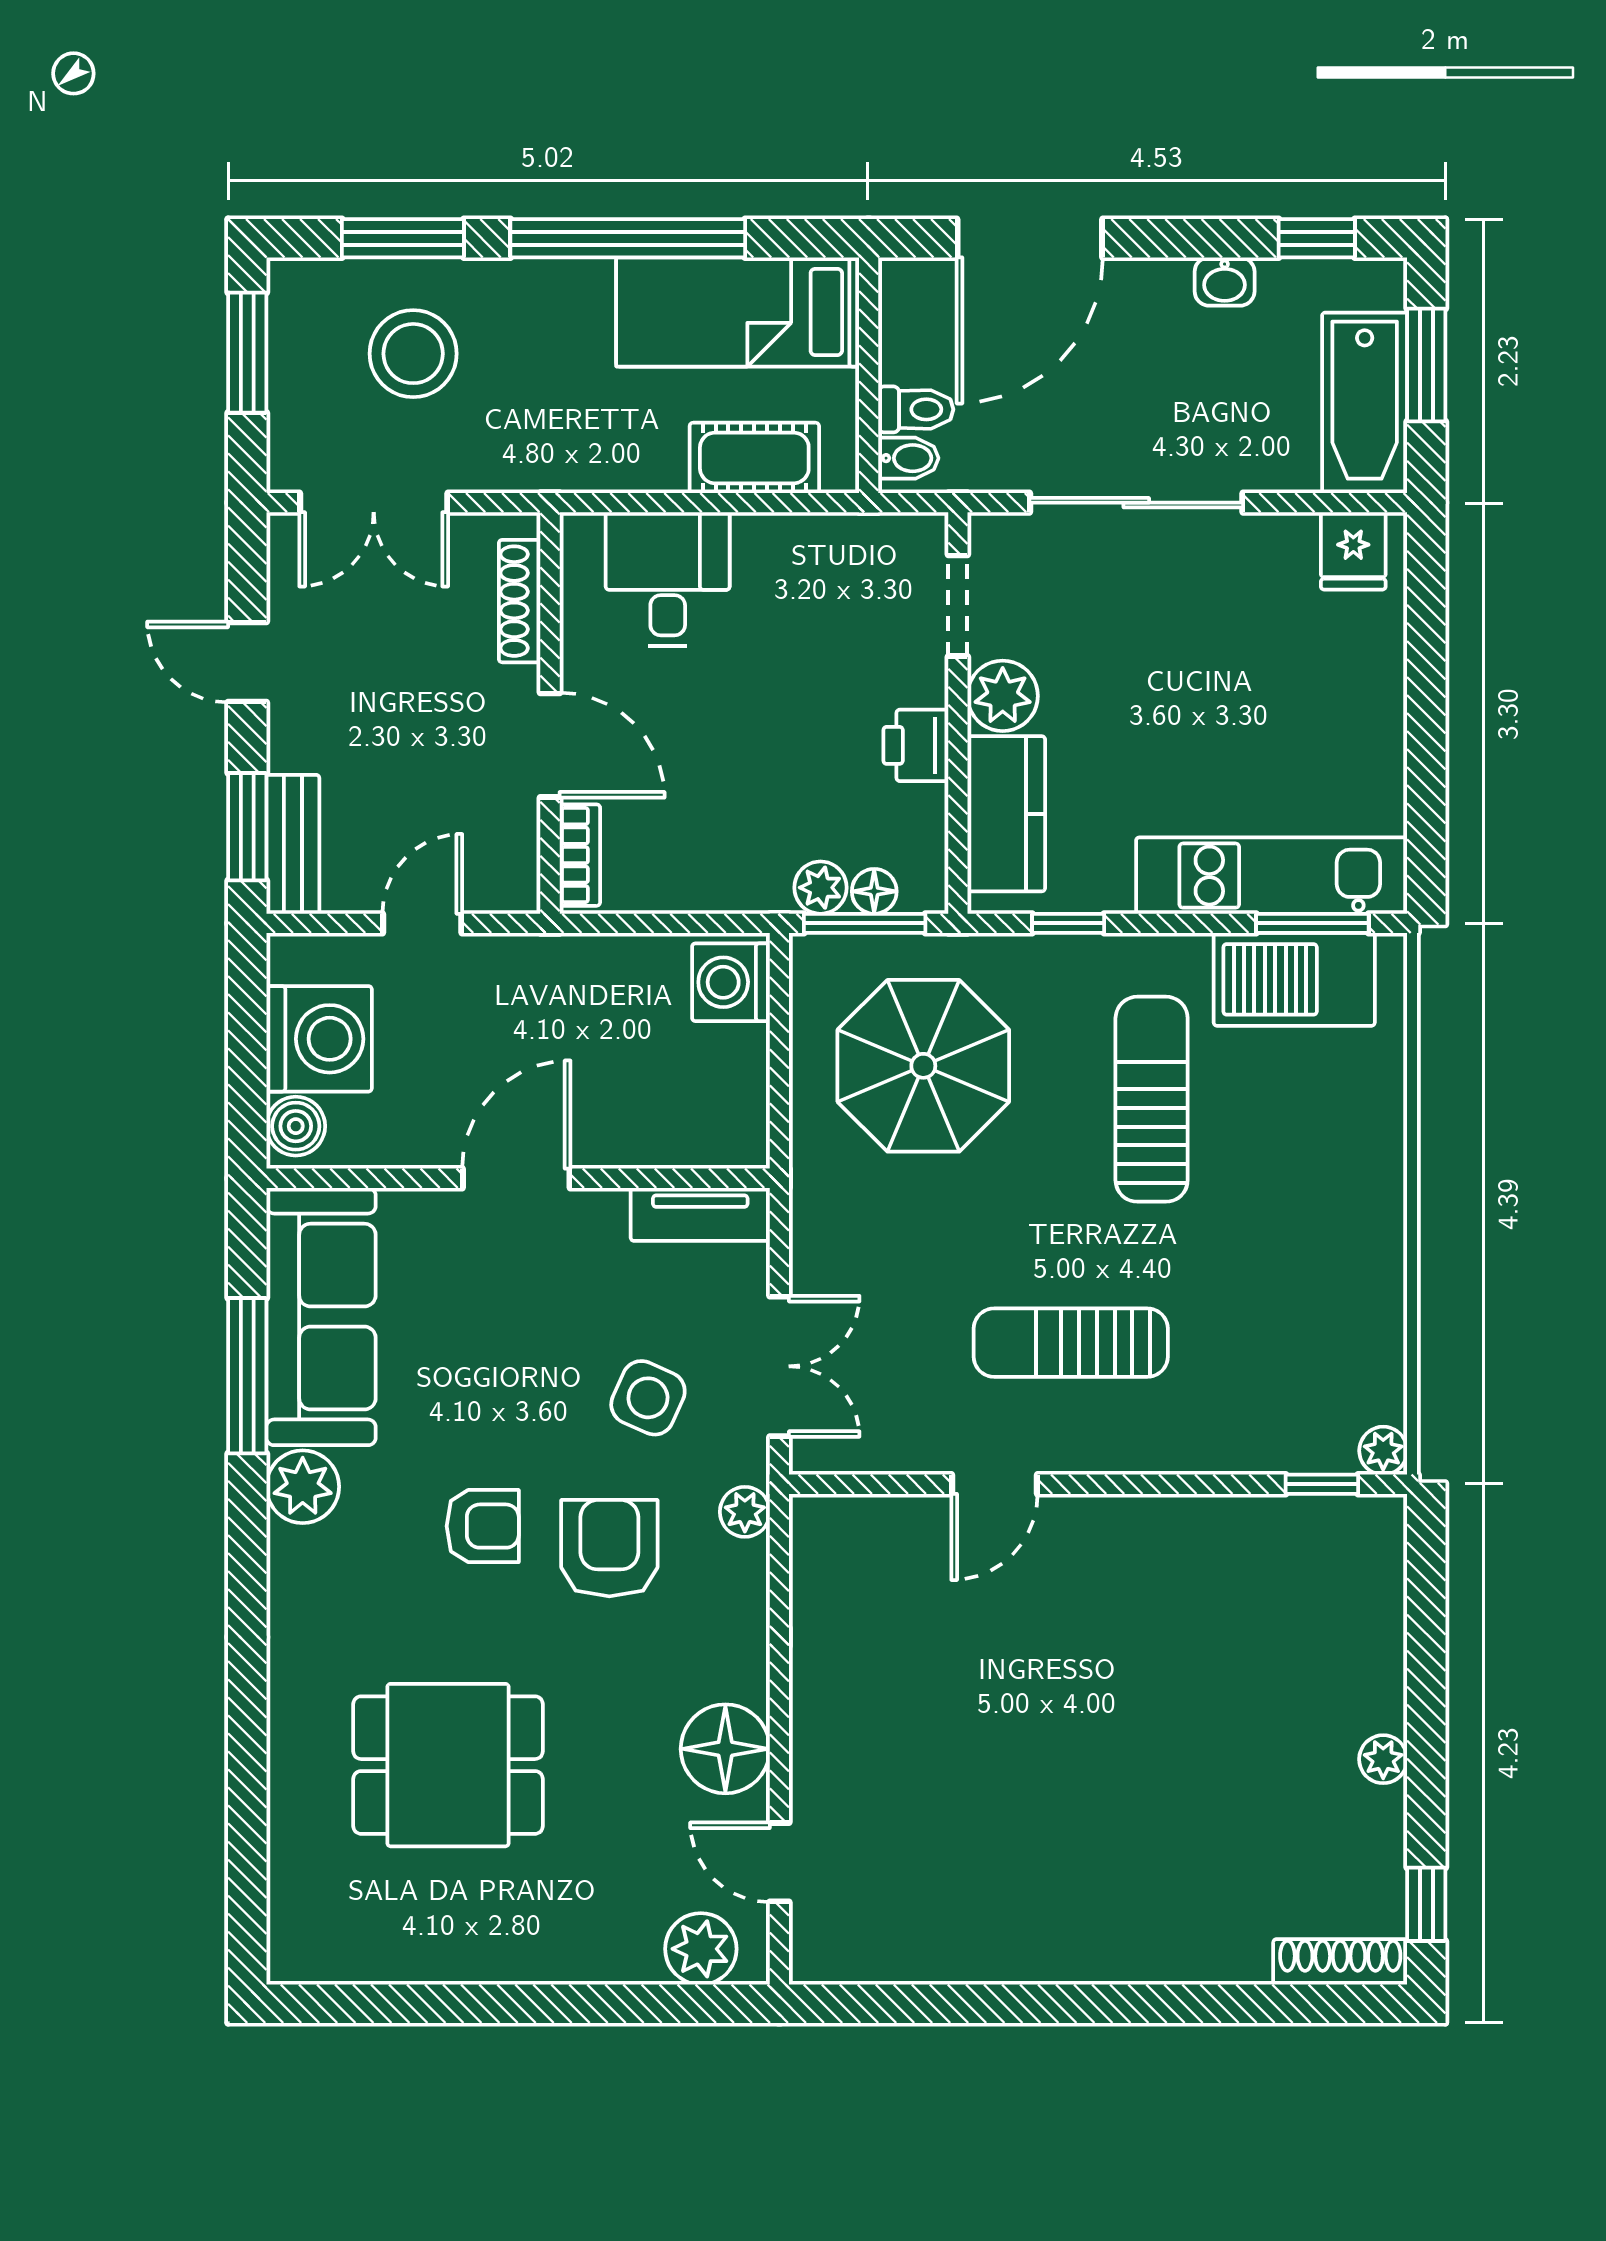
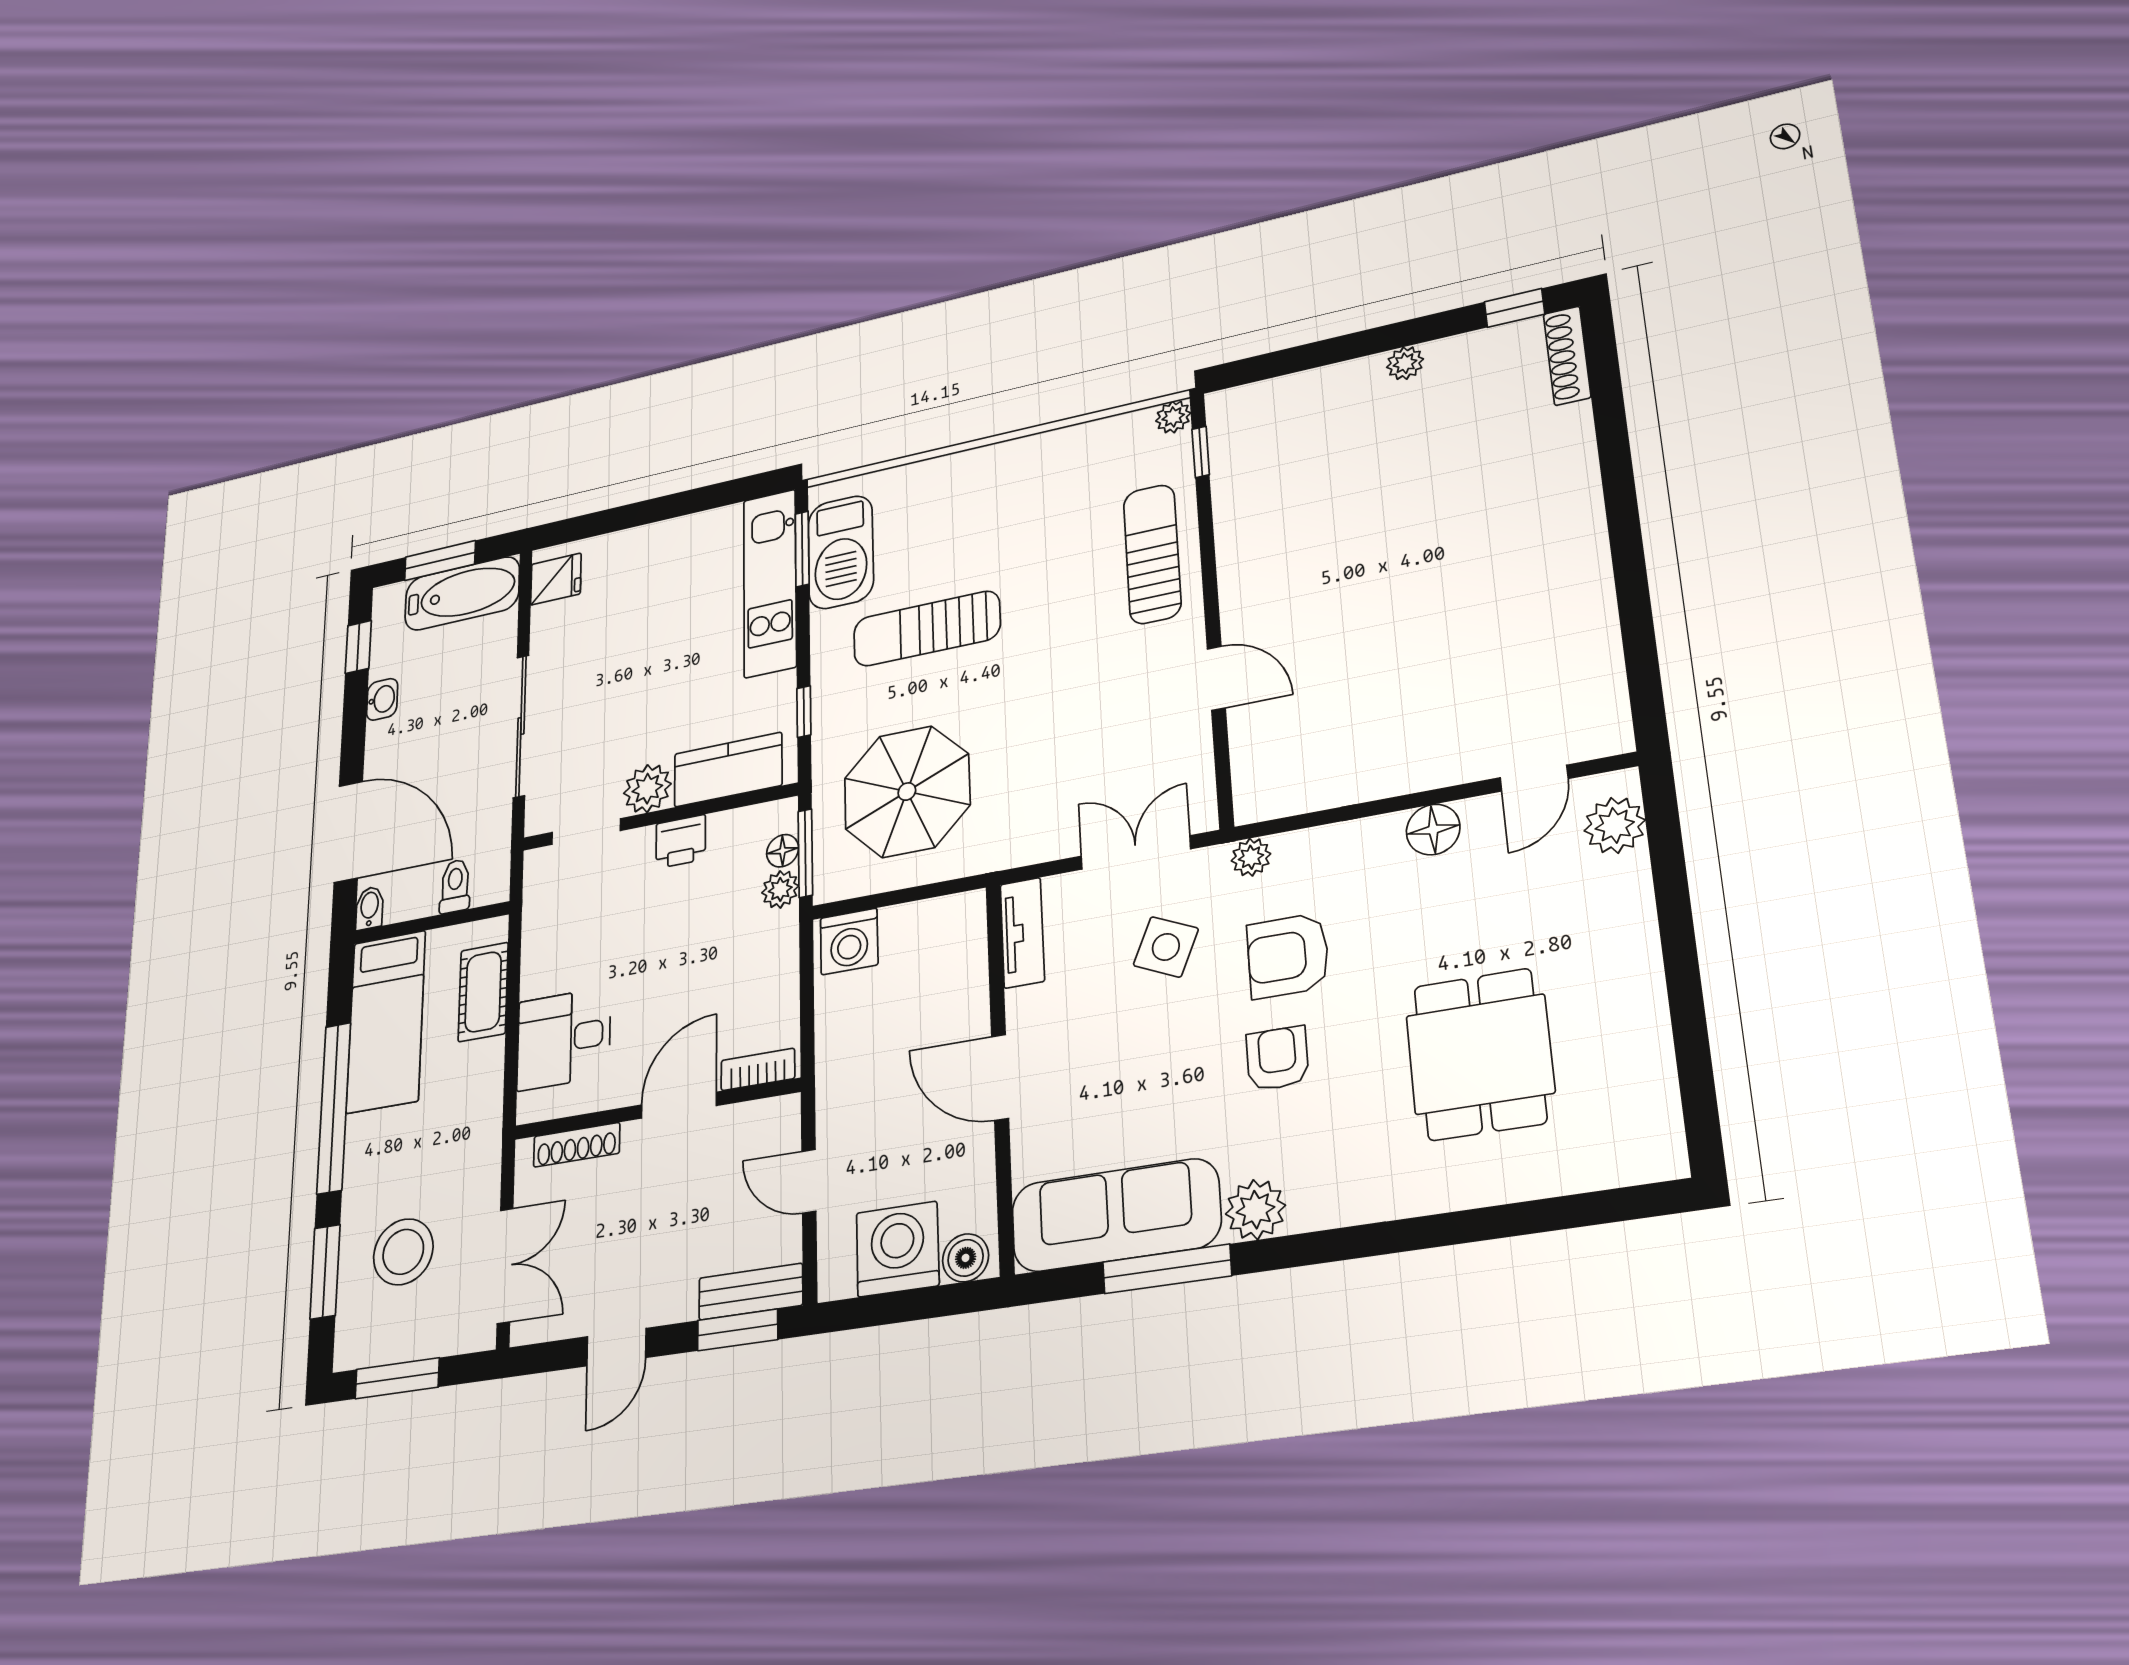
bidet: (908, 458) -> (369, 908), moved
sun lounger: (1071, 1343) -> (1152, 554), moved, turned 180
floor lamp: (725, 1749) -> (1433, 830), width x0.73, depth x0.73

